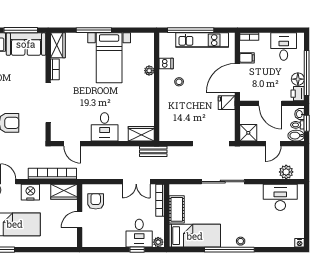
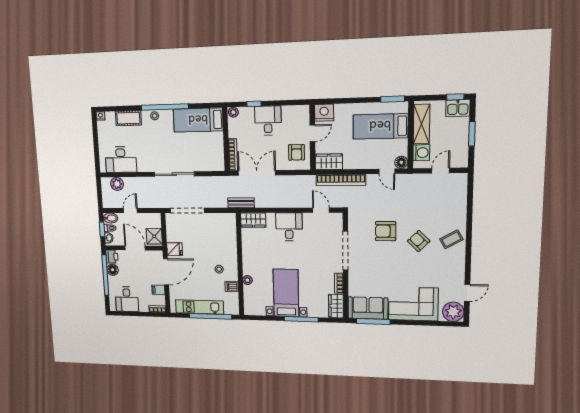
shower: (248, 133) -> (154, 236), moved
double door: (136, 182) -> (257, 173), width x1.37
nightstand: (30, 192) -> (324, 113), moved, turned 180
cot: (177, 209) -> (128, 118), moved, turned 90
desk: (139, 233) -> (268, 121), moved

